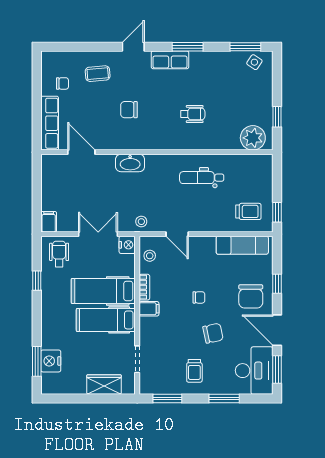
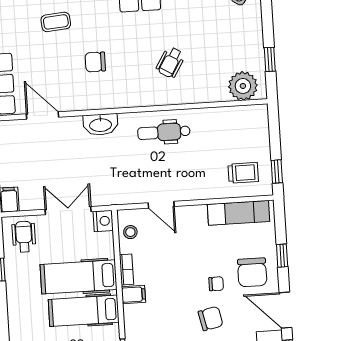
chair: (62, 83) -> (15, 36), removed
wheelchair: (193, 114) -> (171, 62), turned 121
dental chair: (202, 178) -> (164, 132), moved
stool: (141, 222) -> (118, 193), removed
chair: (199, 297) -> (216, 284), moved

